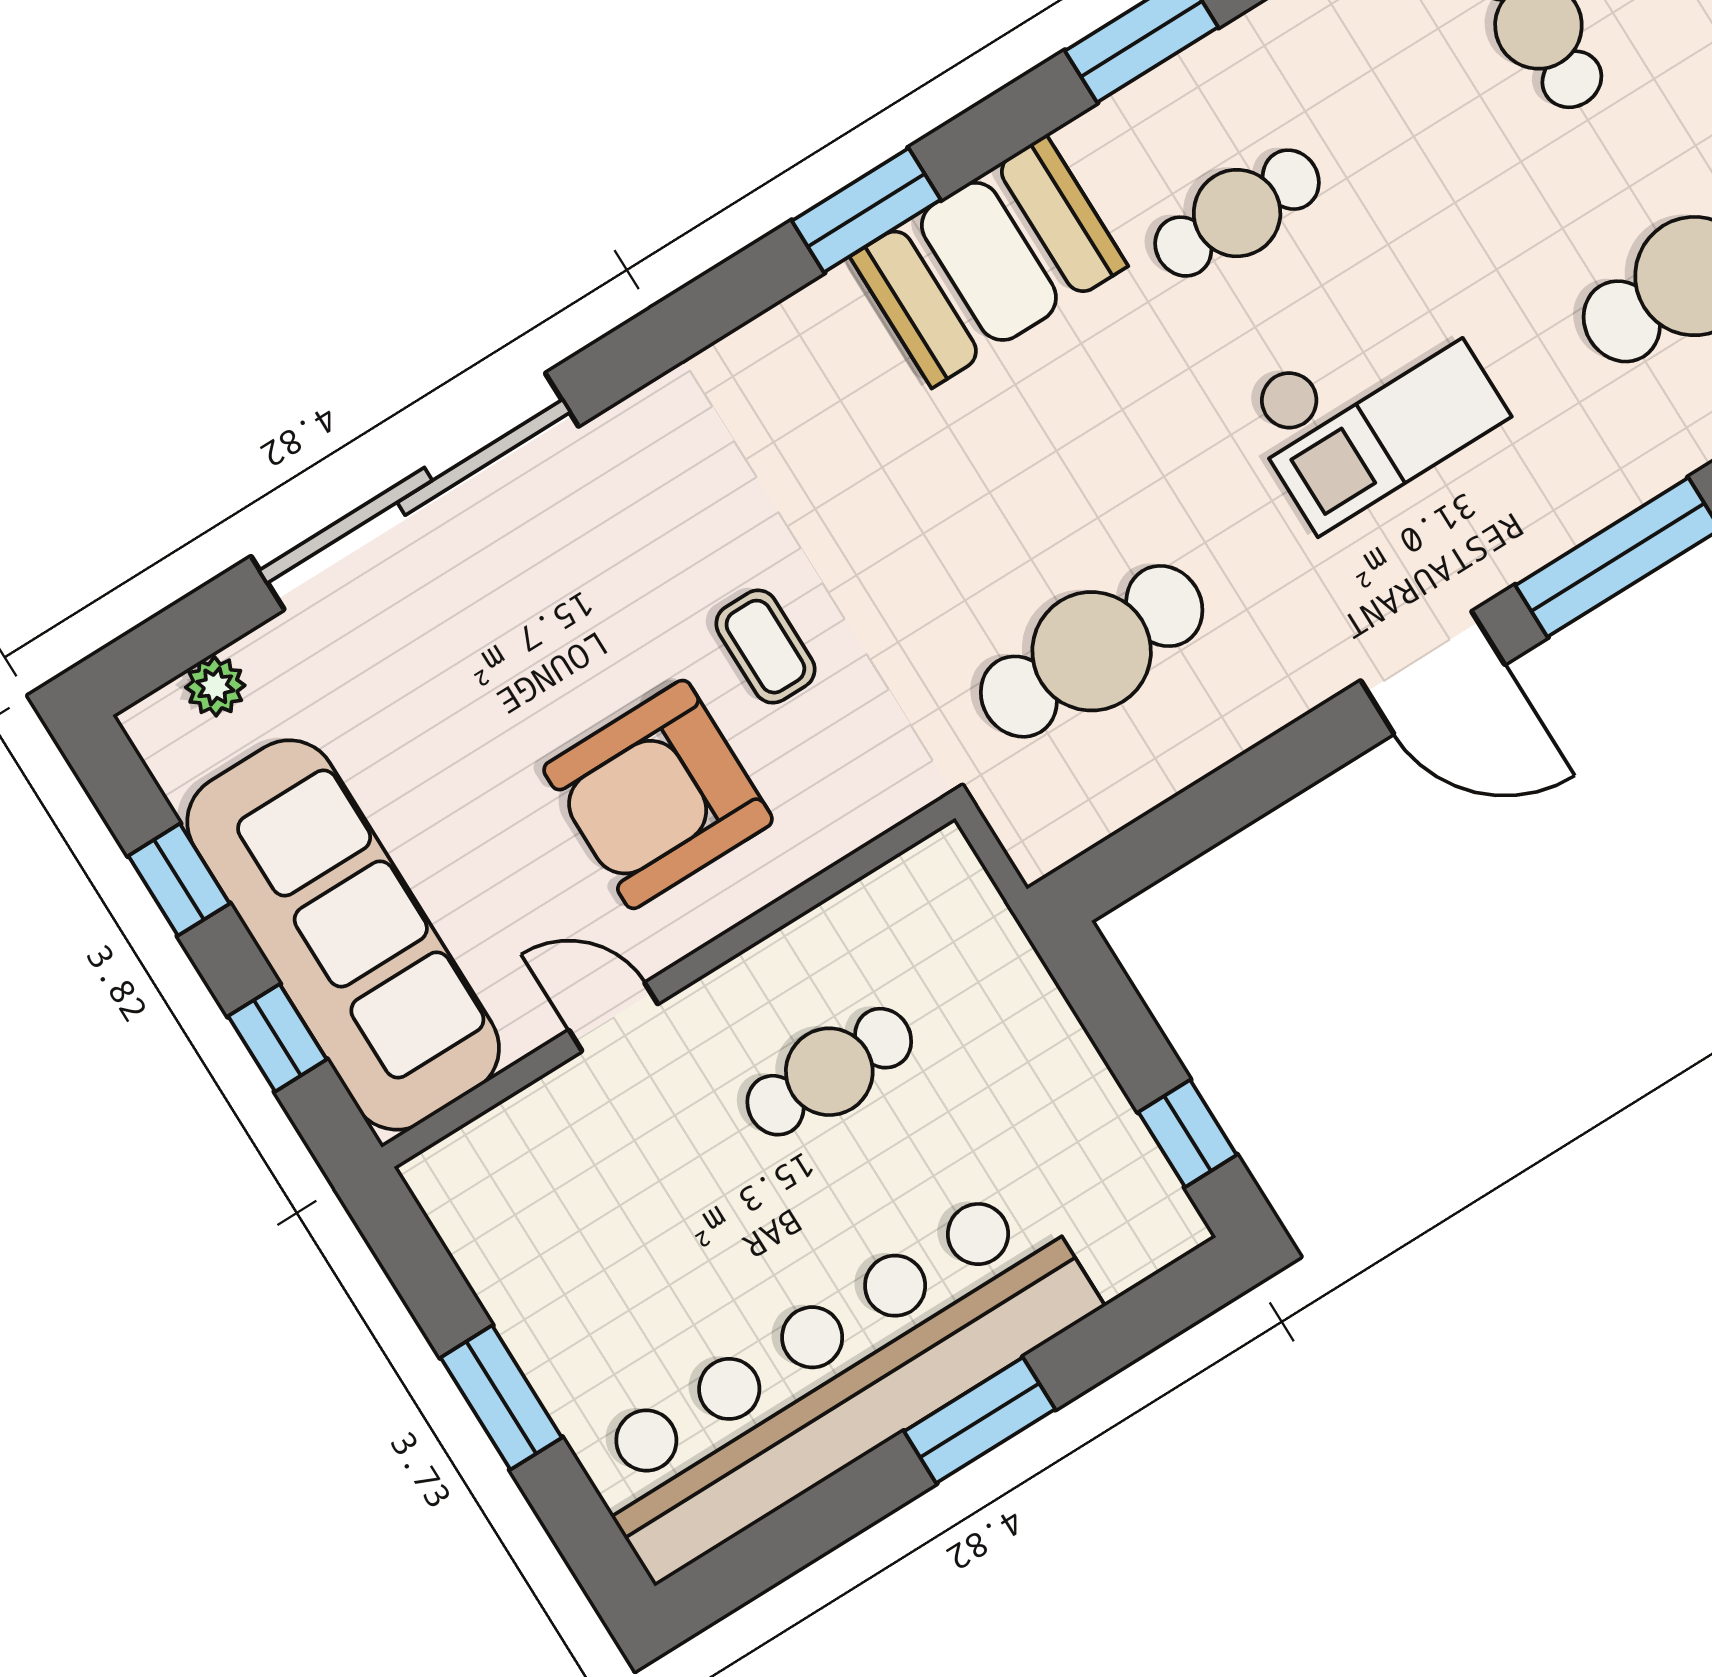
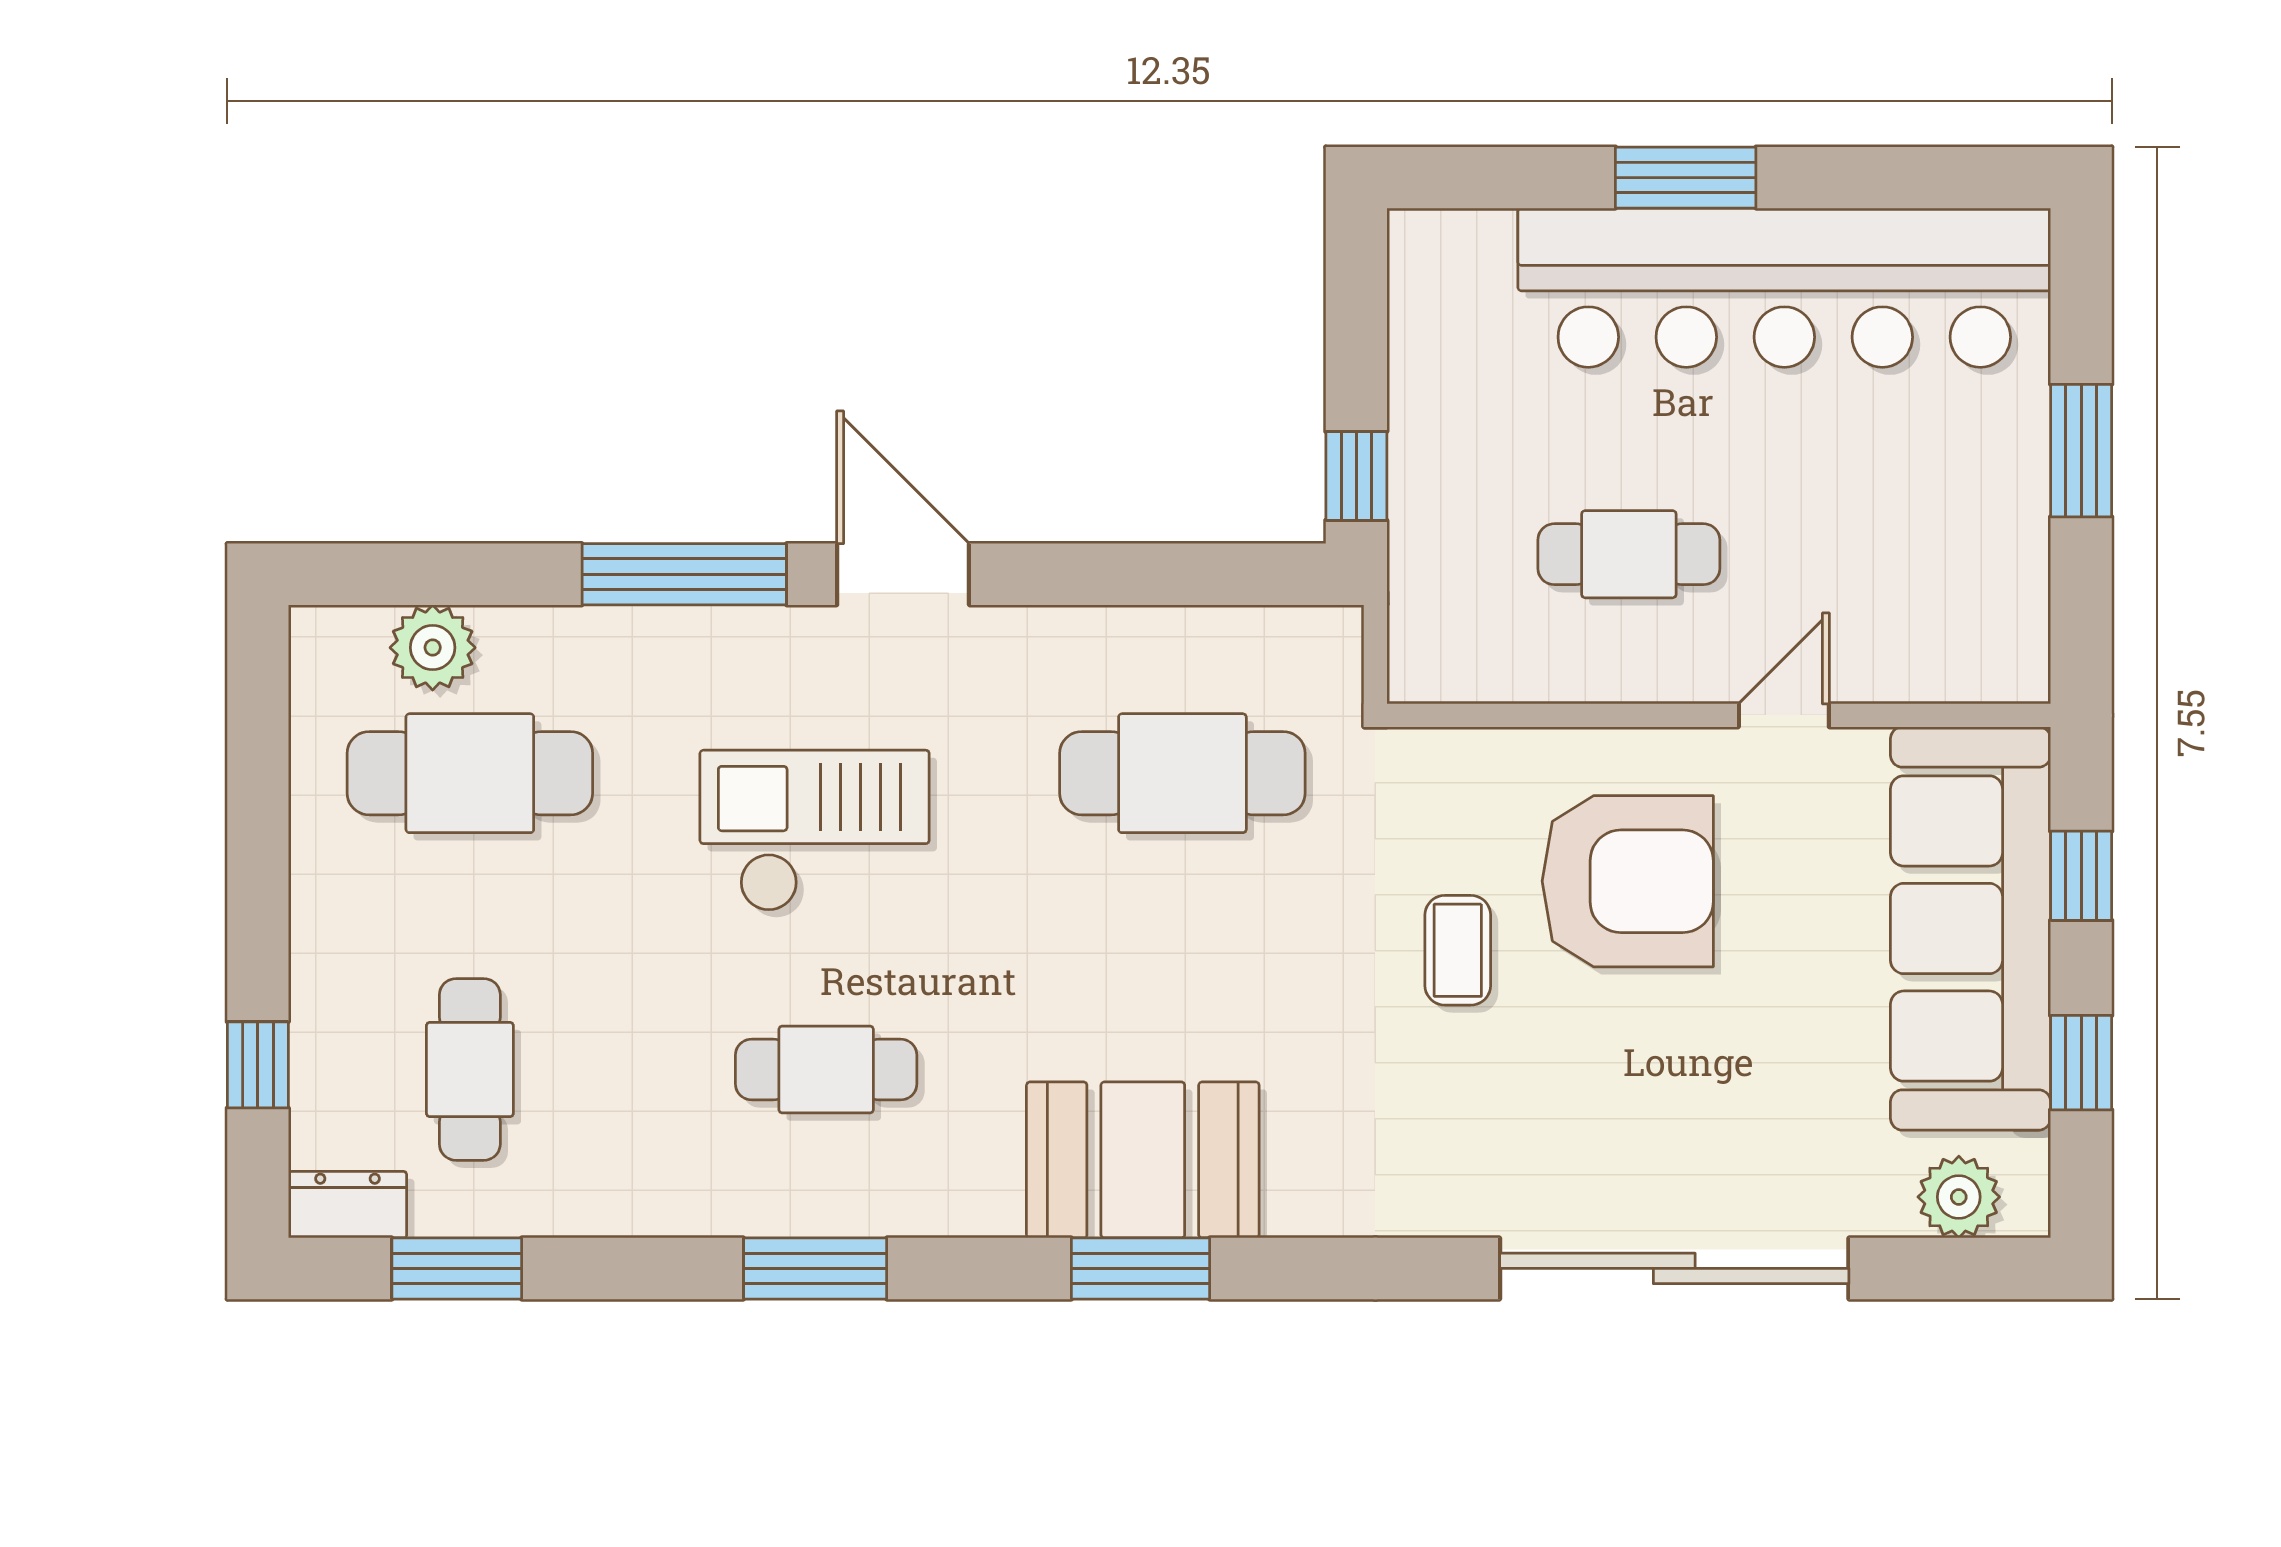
booth: (989, 261) -> (1143, 1160), moved
plant: (215, 686) -> (1959, 1197), width x1.38, depth x1.38
door: (613, 1017) -> (1784, 715), swing flipped
window: (1188, 1133) -> (1356, 476), moved

